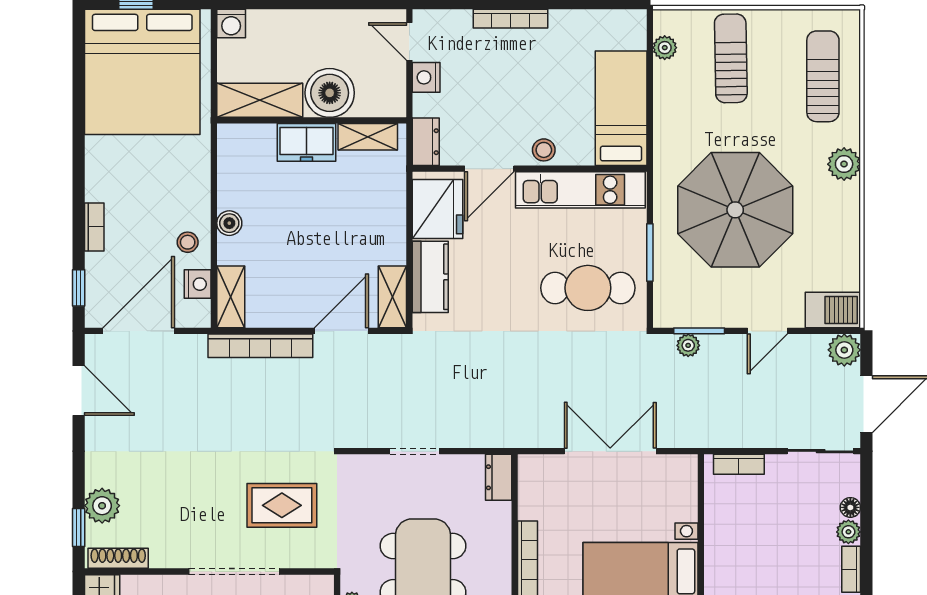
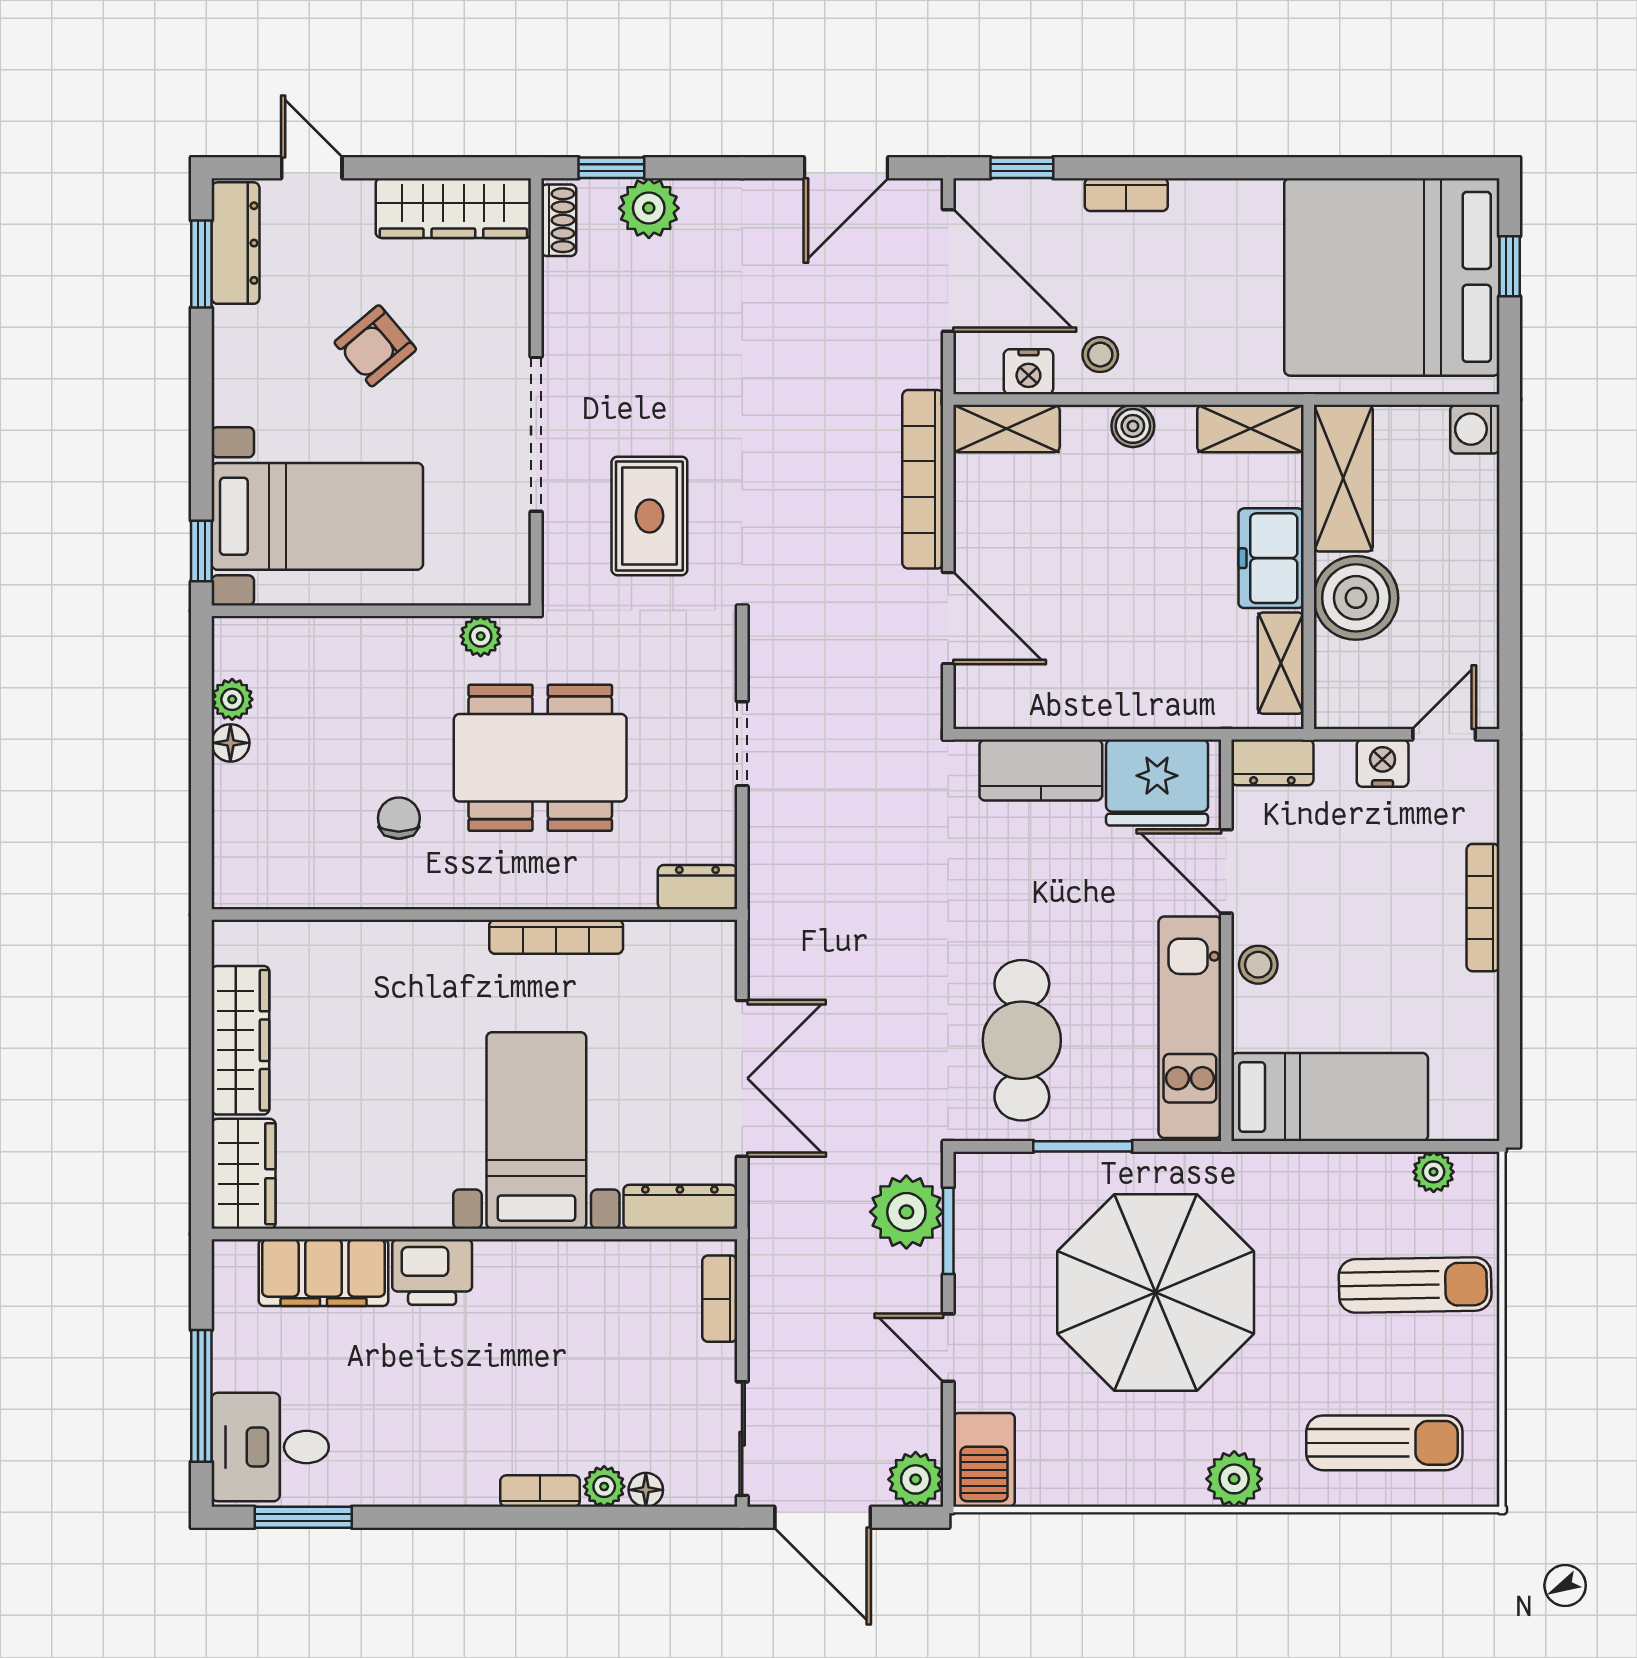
shelving: (392, 297) -> (1250, 429), moved
plant: (688, 345) -> (906, 1212), width x1.88, depth x1.88
dresser: (685, 488) -> (680, 1207), added
shoe rack: (118, 558) -> (559, 220), width x0.70

